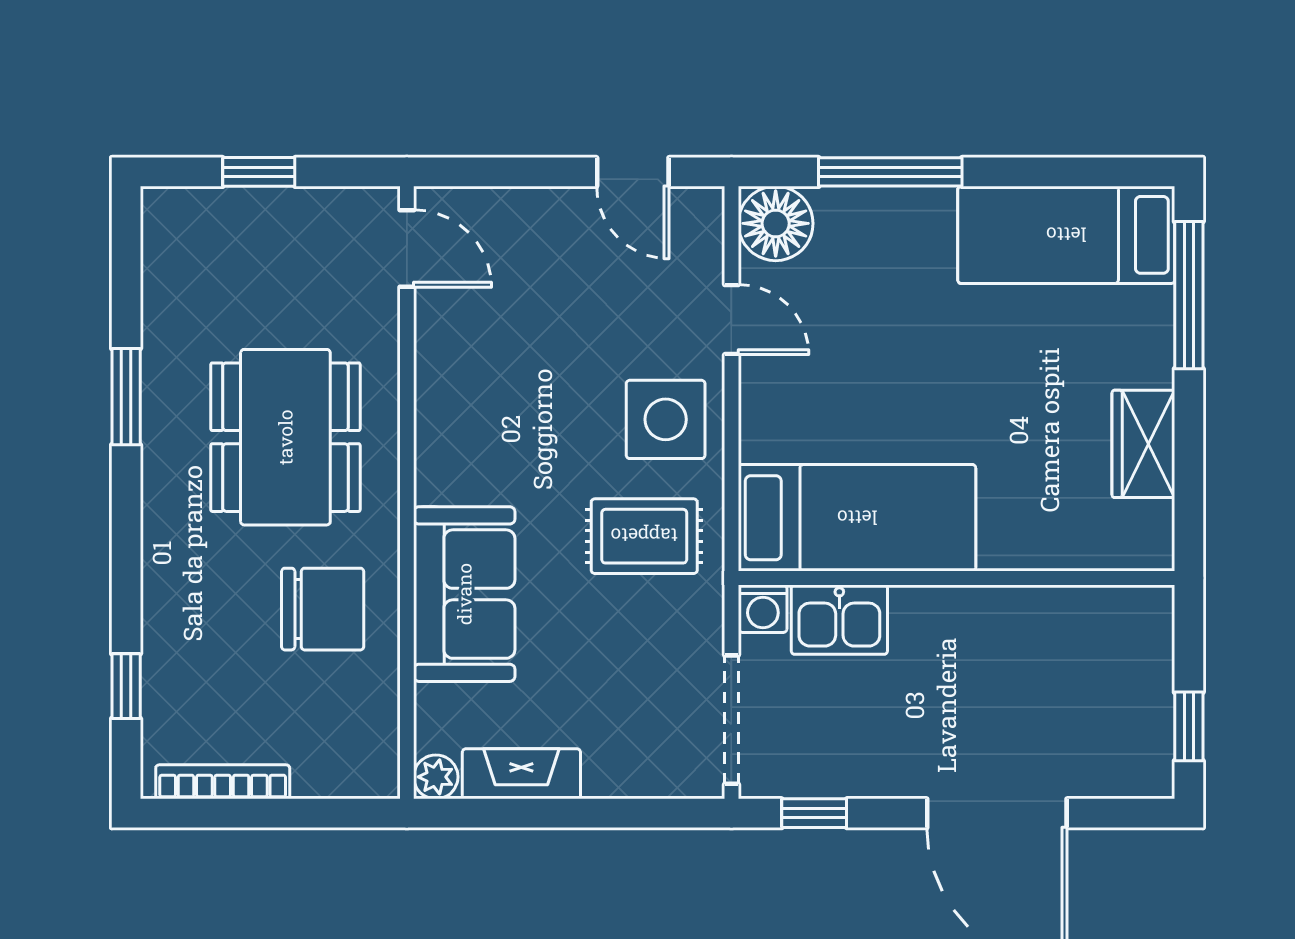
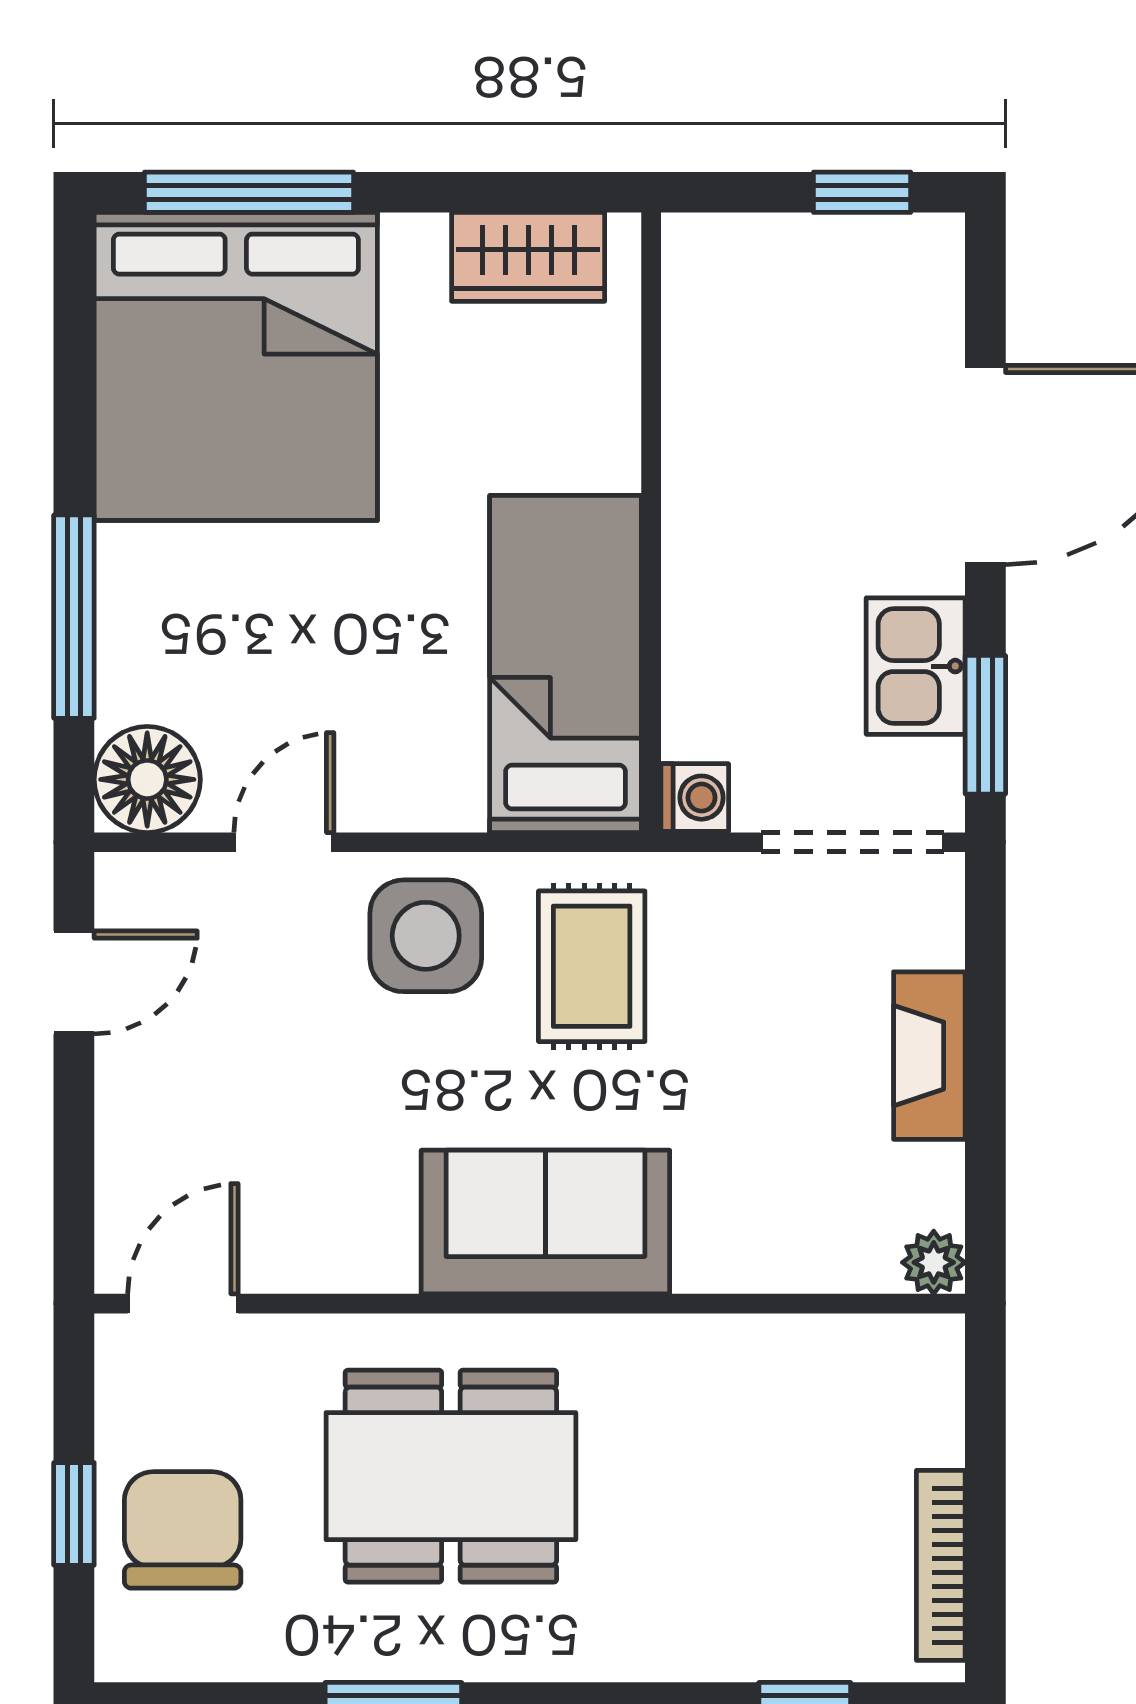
bed: (1066, 235) -> (236, 366), width x2.04
wardrobe: (1143, 444) -> (528, 257), moved
sofa: (464, 594) -> (545, 1222), moved
chair: (323, 609) -> (183, 1530), moved
kitchen sink: (839, 620) -> (916, 666), moved, turned 180
fireplace: (521, 774) -> (929, 1056), moved
window: (814, 813) -> (985, 725), width x1.50

